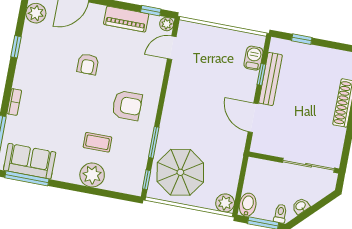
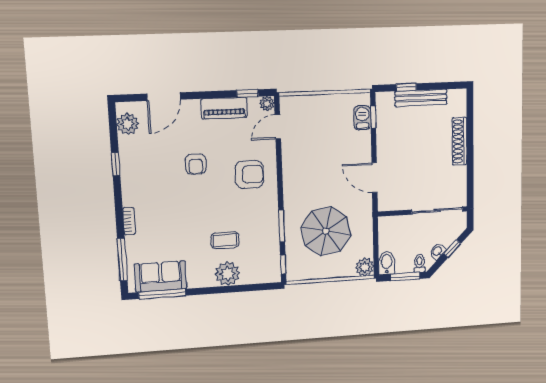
window: (261, 74) -> (373, 117), moved
bench: (271, 79) -> (421, 98), moved, turned 90
armchair: (127, 105) -> (249, 174), moved
parasol: (180, 172) -> (326, 231), moved
window: (316, 207) -> (452, 249), added

